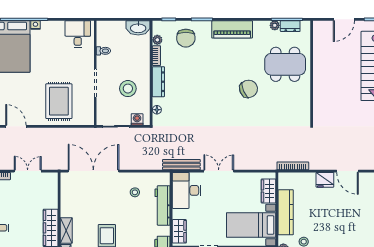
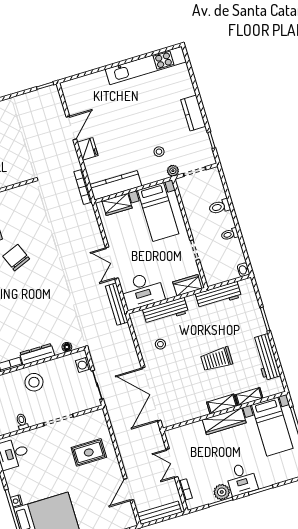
stool: (128, 89) -> (34, 382), moved
rug: (59, 101) -> (89, 452), width x0.73, depth x0.70
kitchen counter: (286, 212) -> (116, 185), moved

